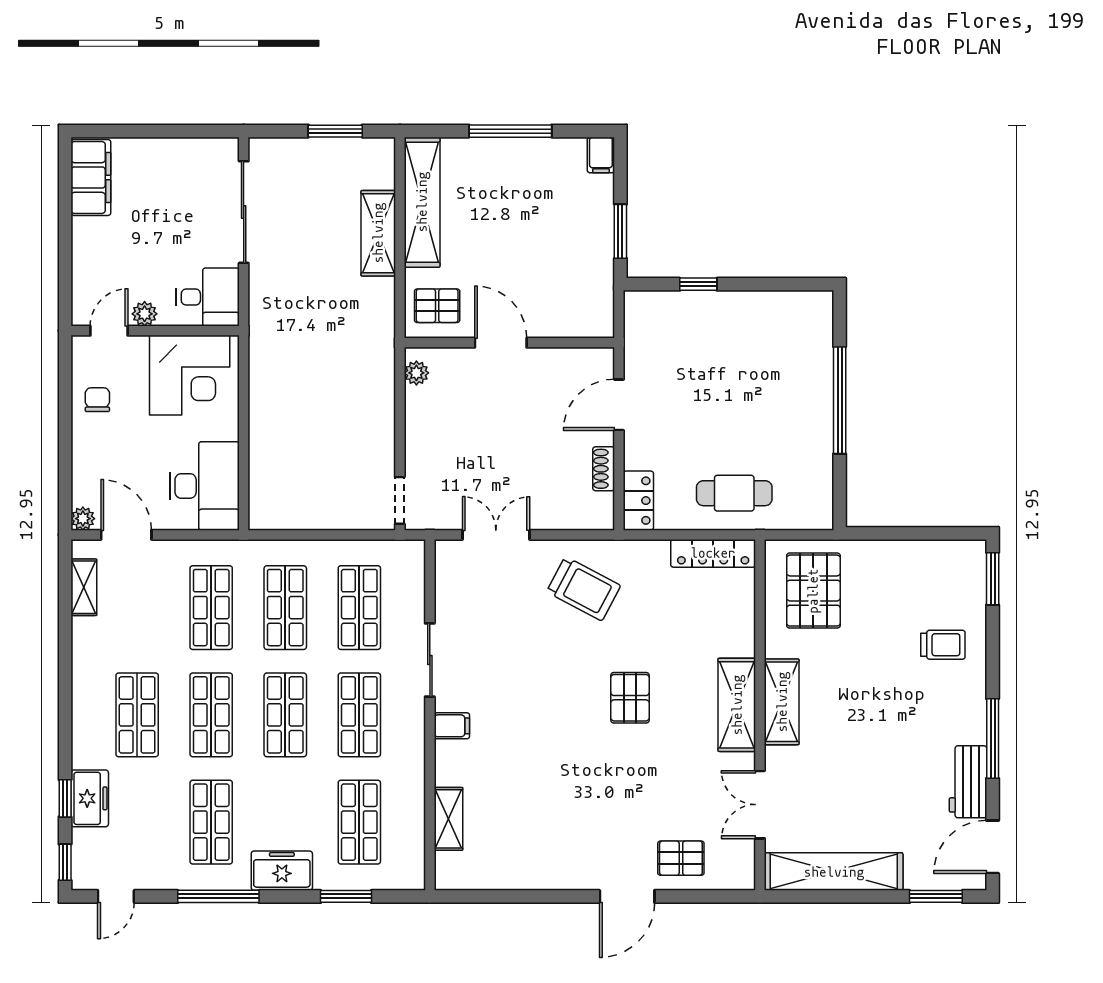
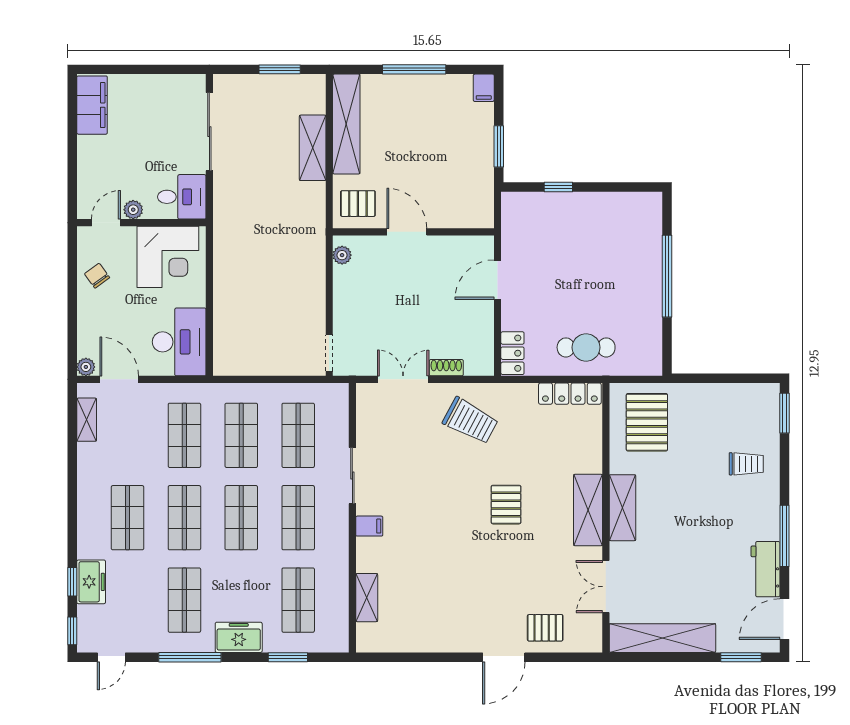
chair: (97, 400) -> (97, 276), turned -36
shoe rack: (604, 469) -> (446, 368), moved, turned 90

